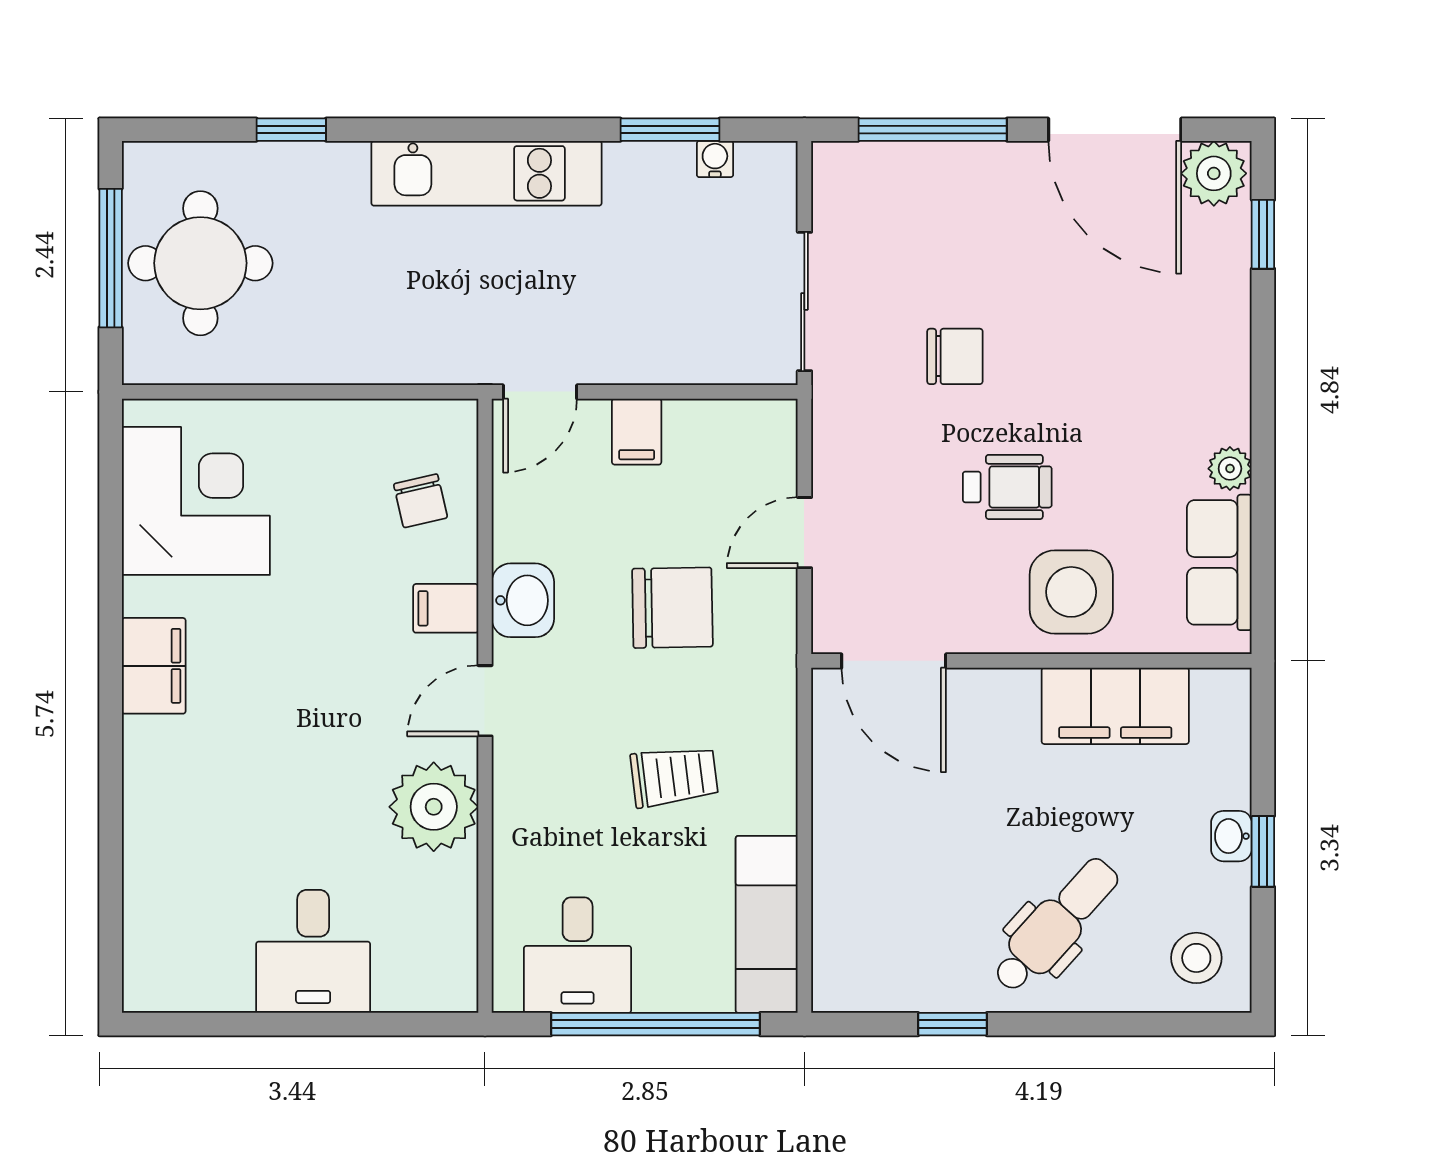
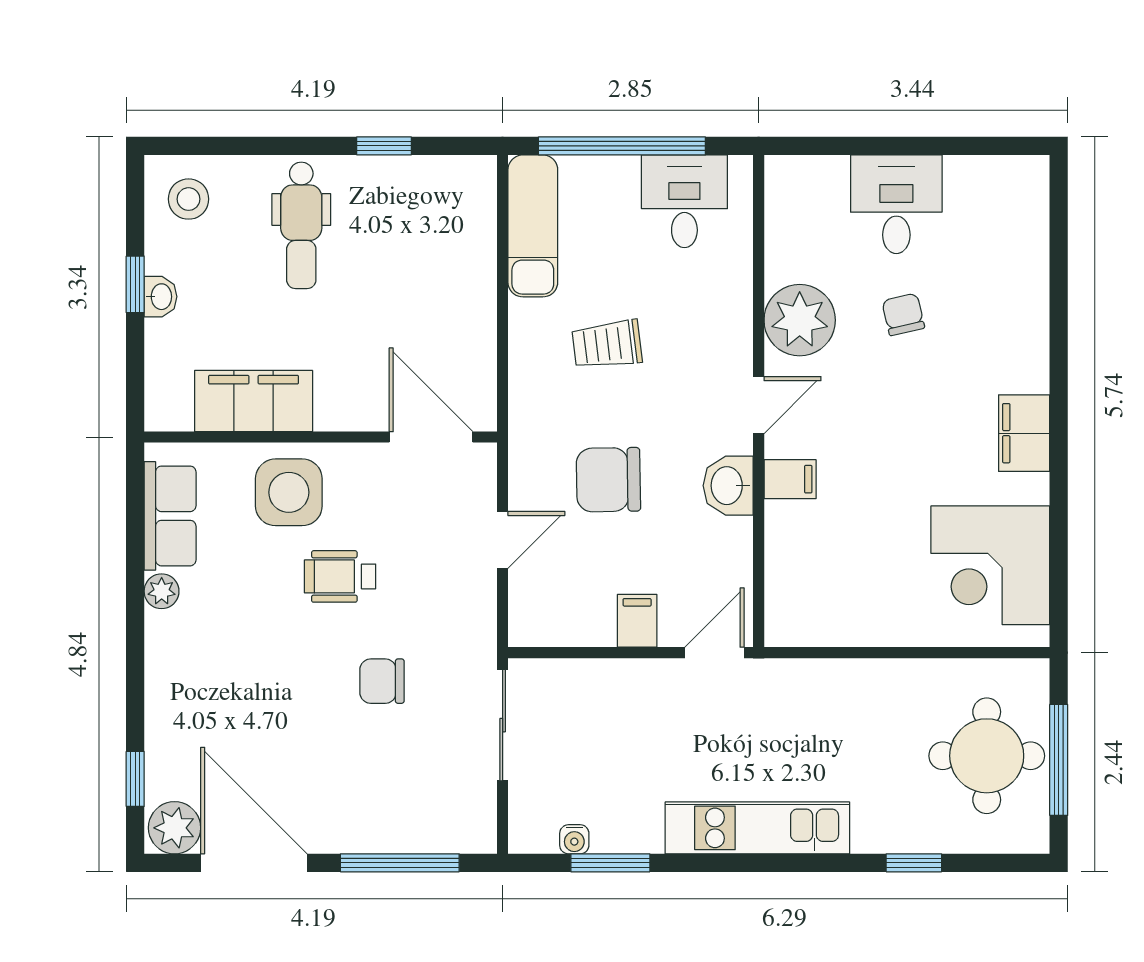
chair: (421, 501) -> (903, 314), moved
dental chair: (1056, 925) -> (301, 225), turned -42

